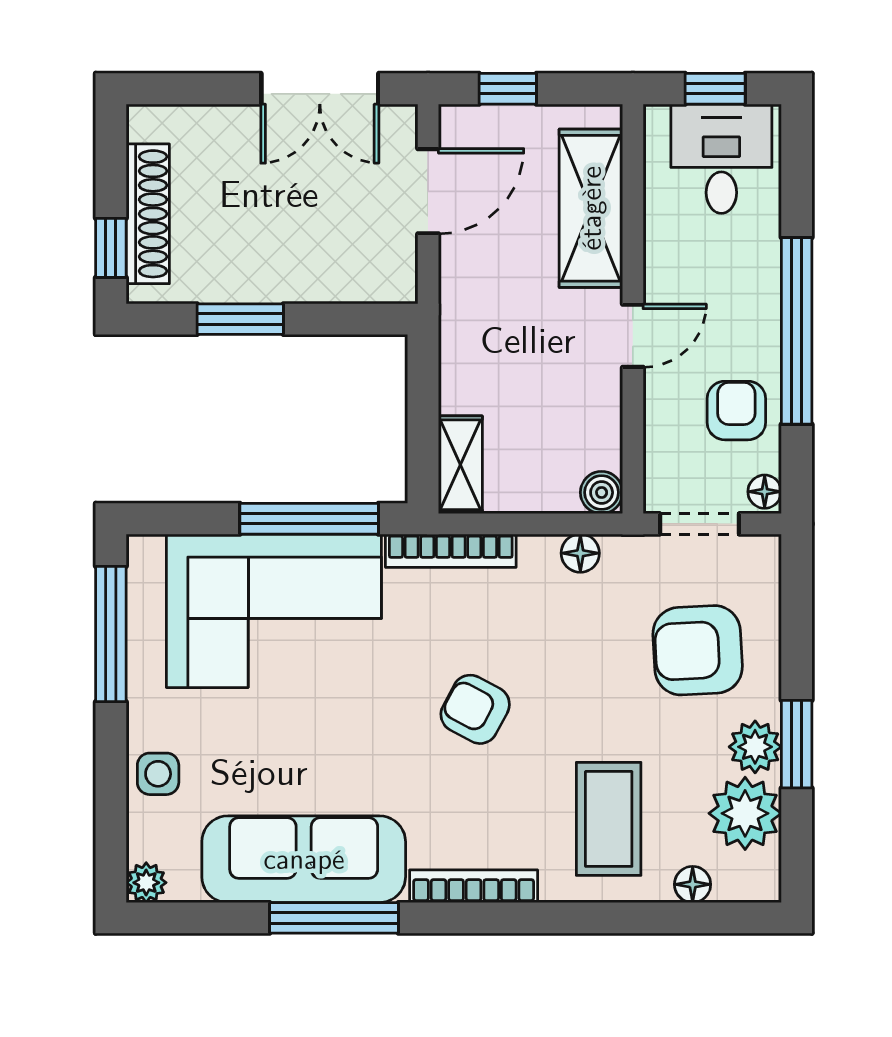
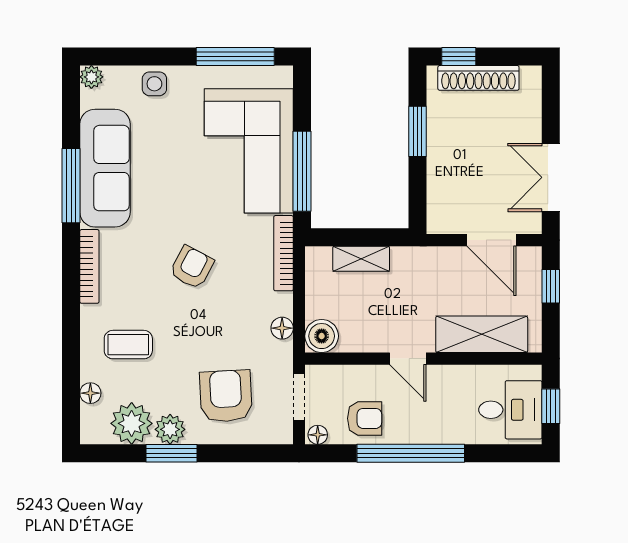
shelving: (460, 465) -> (361, 259), moved
boiler: (602, 492) -> (322, 336), width x1.36, depth x1.36
coffee table: (609, 819) -> (128, 345), width x0.73, depth x0.77

